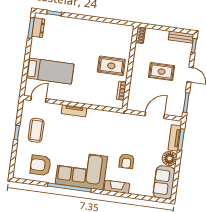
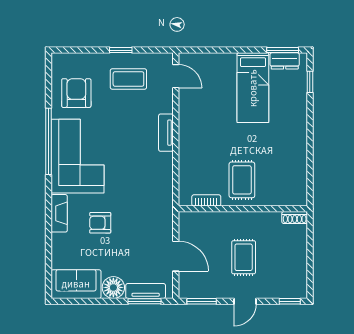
bench: (181, 37) -> (300, 280), removed
bed: (50, 71) -> (253, 88), moved

